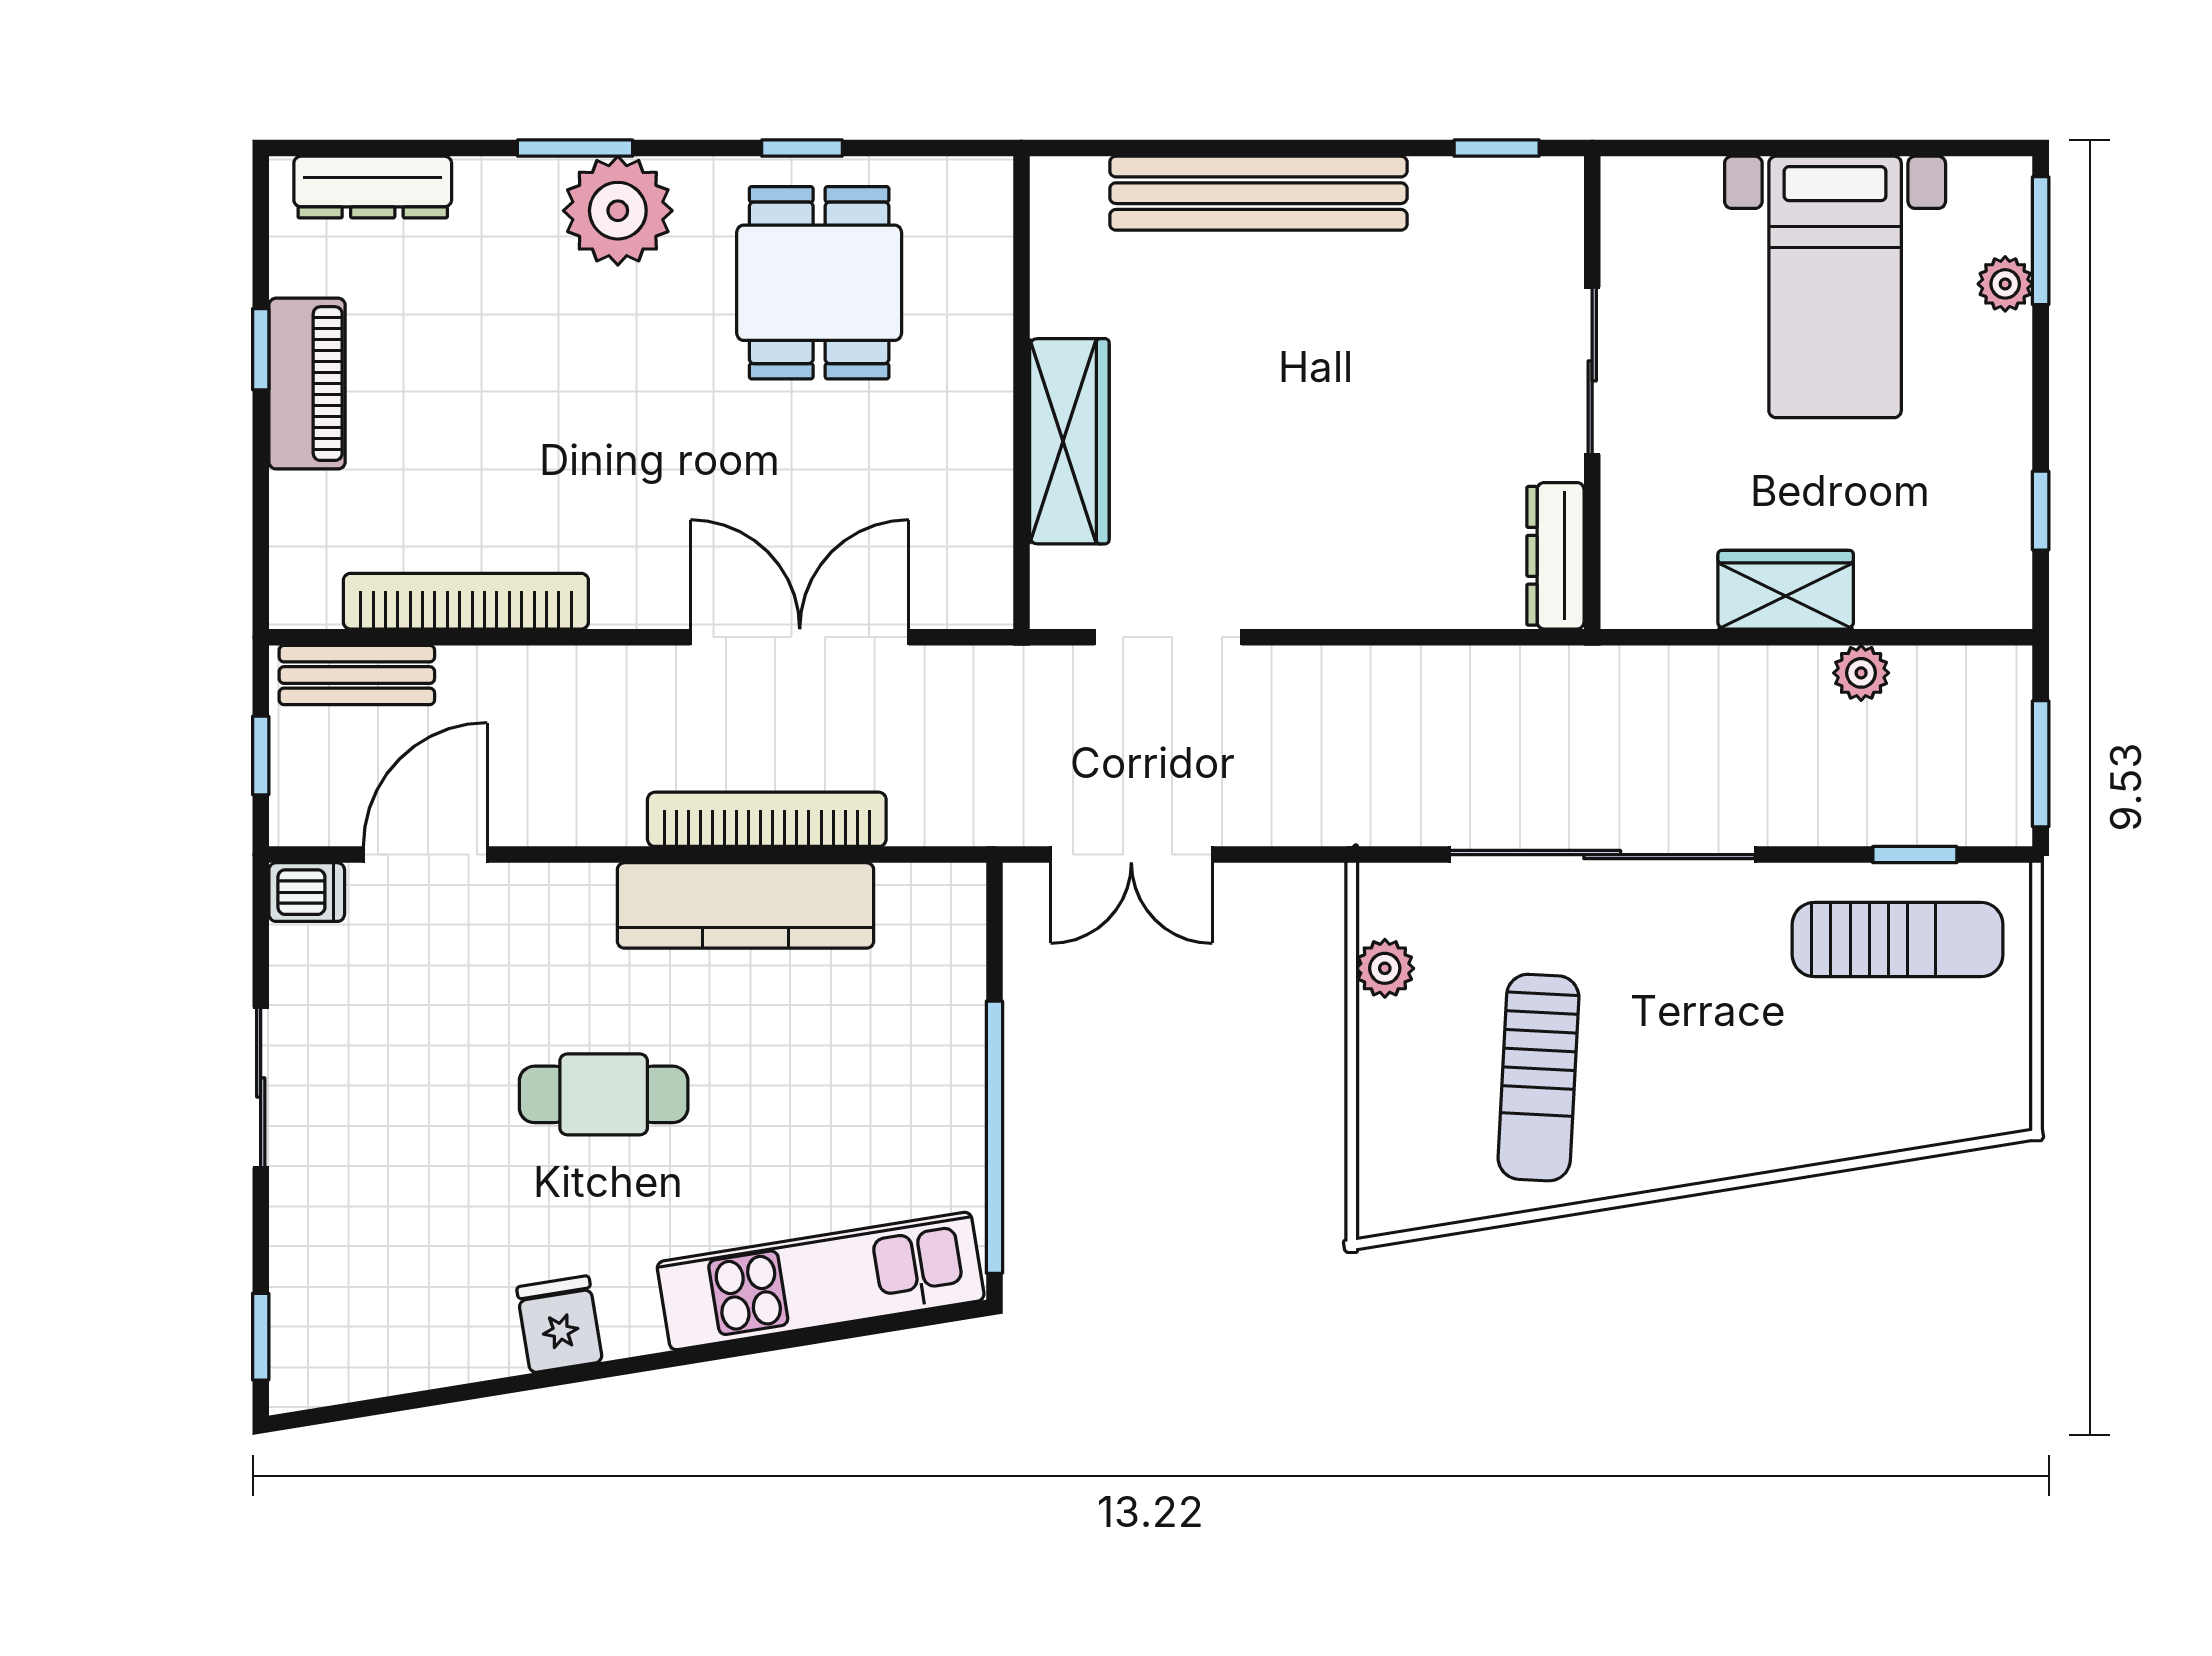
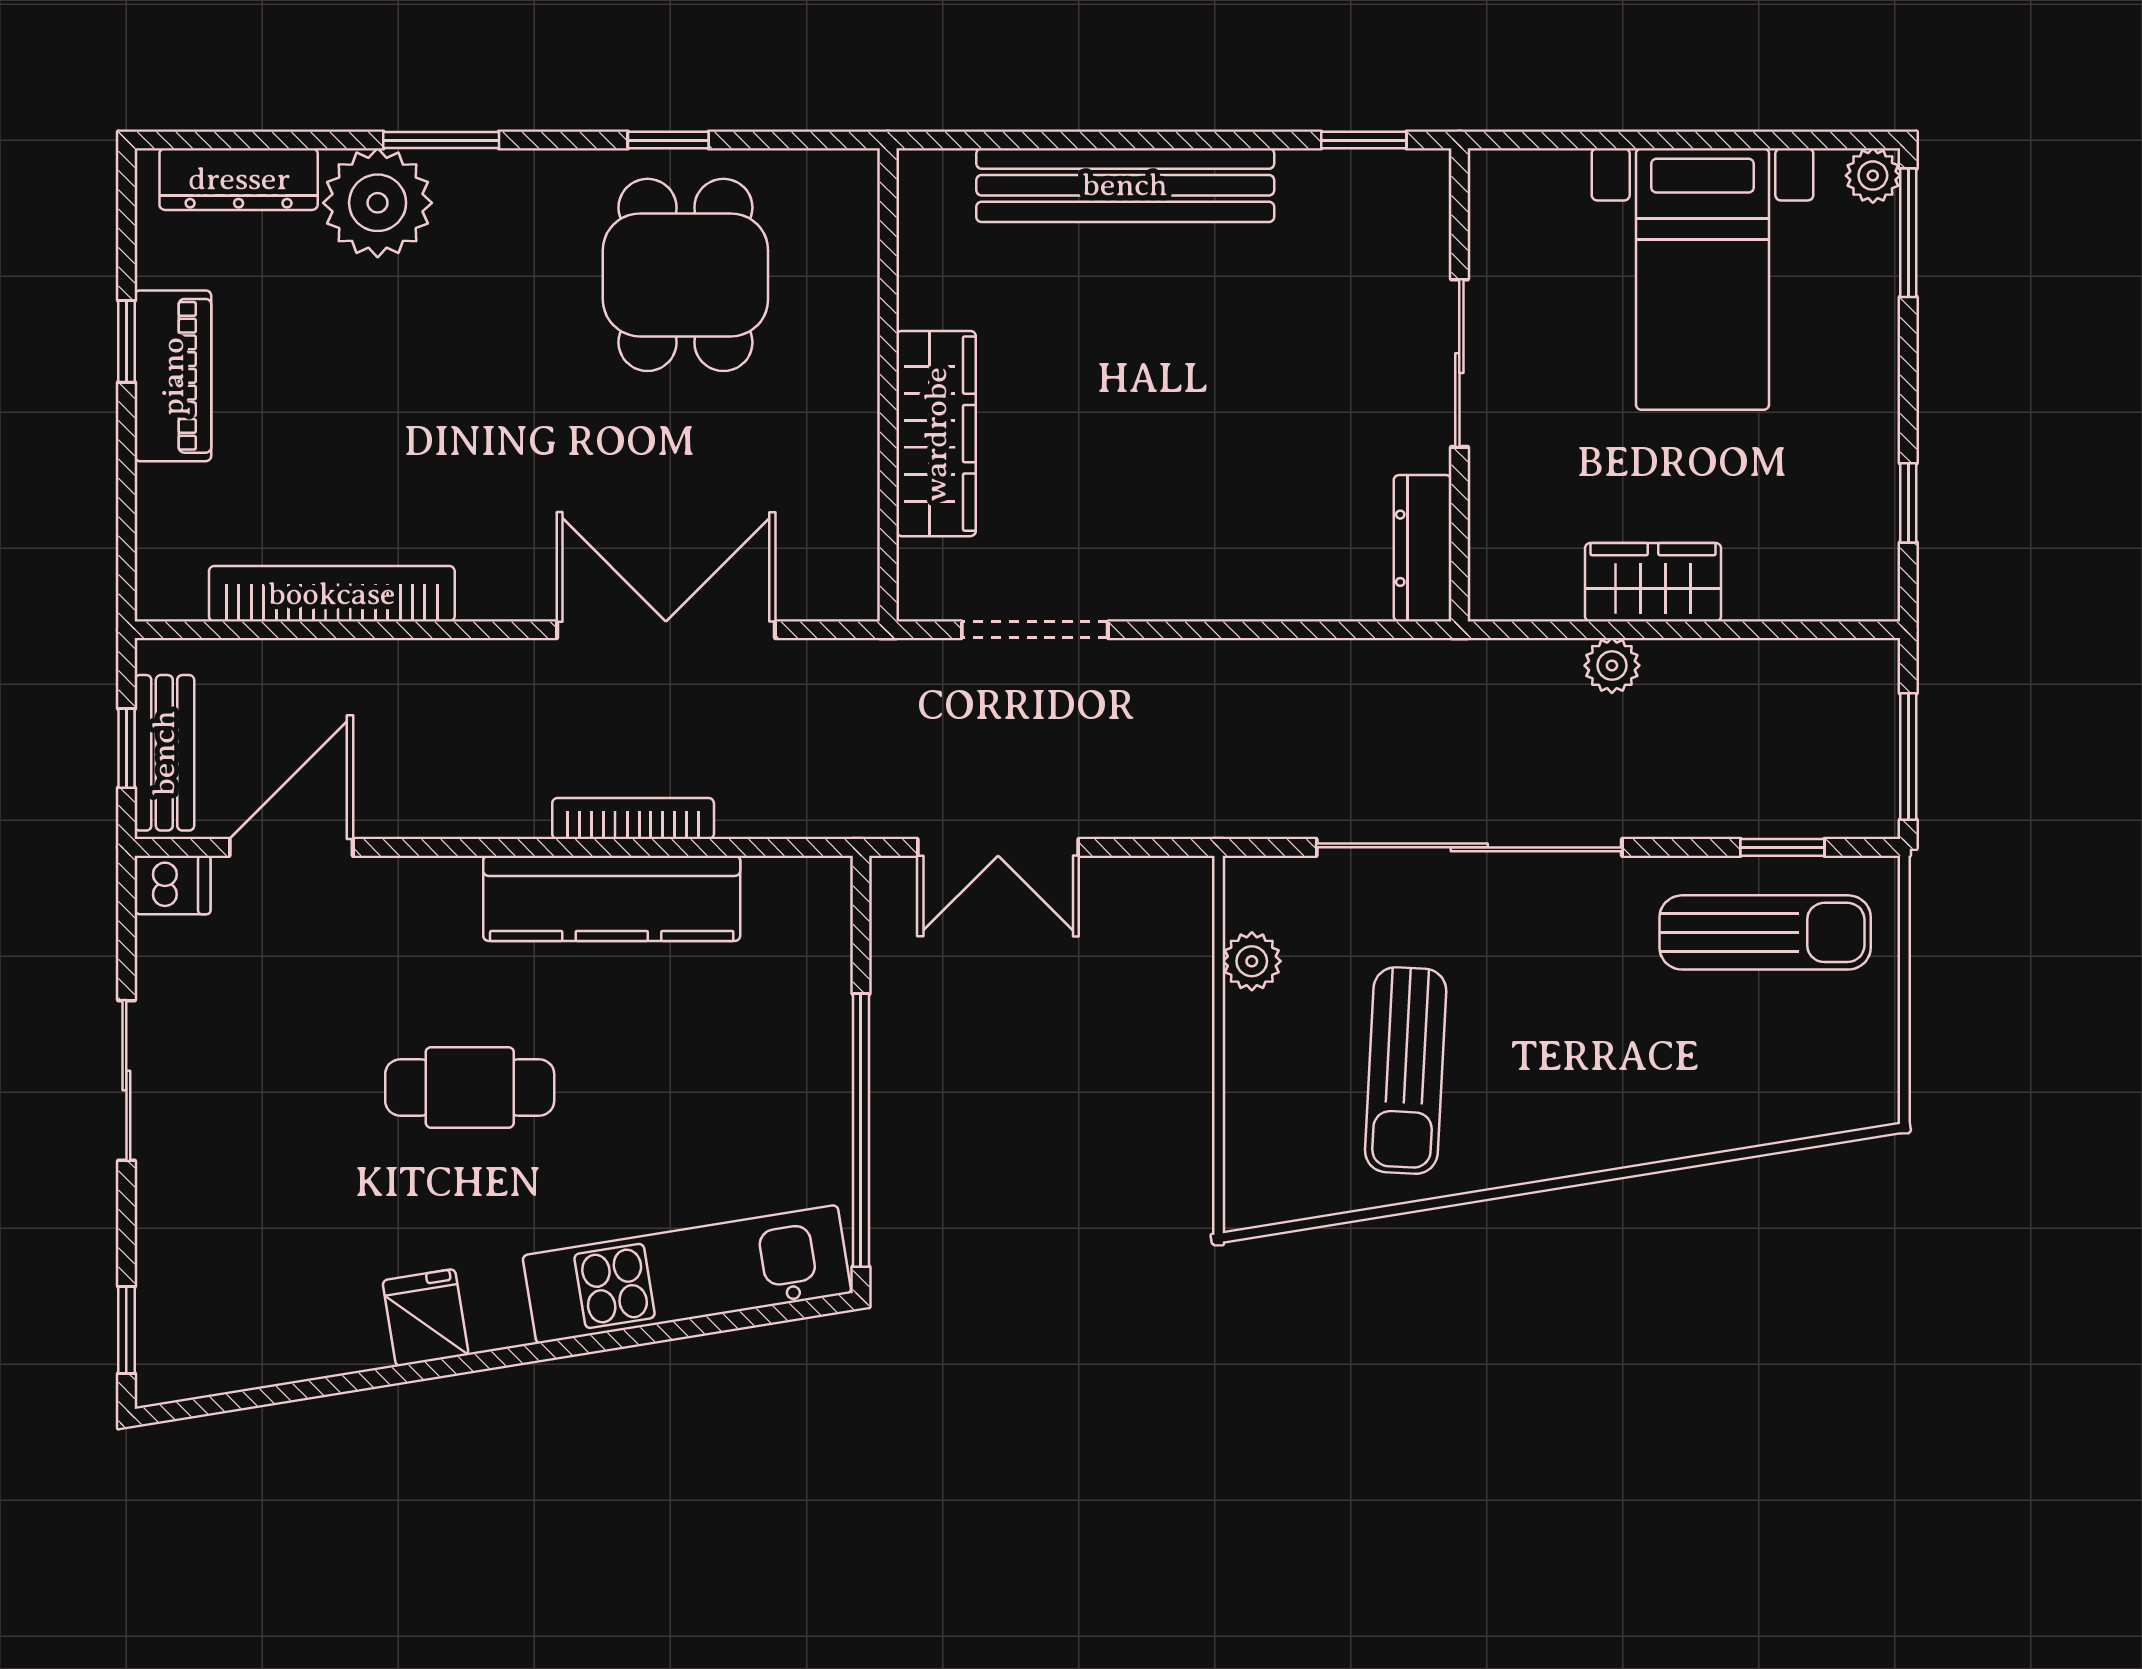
plant: (618, 211) -> (378, 203), moved
plant: (2005, 284) -> (1873, 176), moved
plant: (1861, 673) -> (1612, 665), moved
bench: (357, 675) -> (164, 753), moved, turned 90
bookcase: (767, 819) -> (633, 819), width x0.68, depth x0.76

